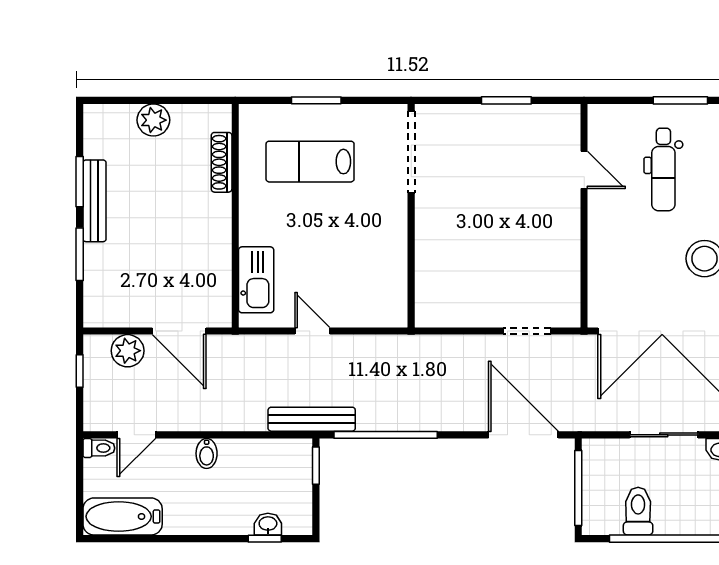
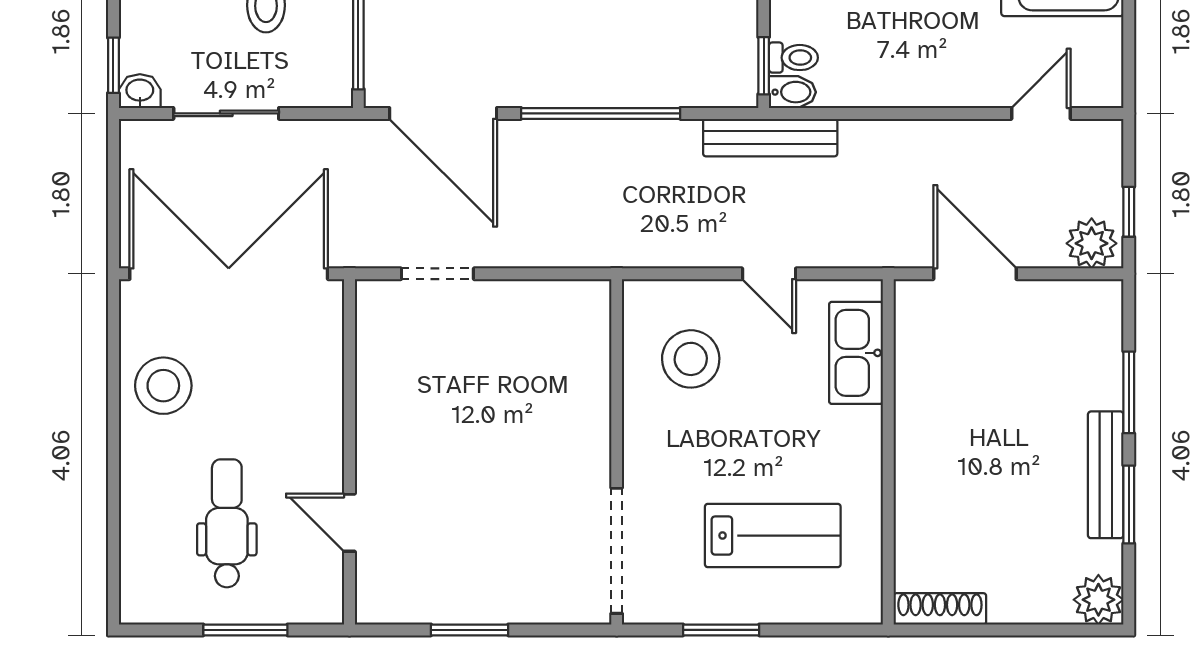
window: (316, 100) -> (721, 630), moved
window: (680, 100) -> (245, 630), moved
plant: (153, 120) -> (1098, 600), moved
shoe rack: (222, 162) -> (940, 609), moved, turned -90
stool: (363, 276) -> (691, 359), added
plant: (128, 351) -> (1092, 243), moved
window: (386, 435) -> (601, 113), moved
toilet: (99, 448) -> (793, 58), moved, turned 180
bidet: (207, 453) -> (792, 92), moved, turned 90

